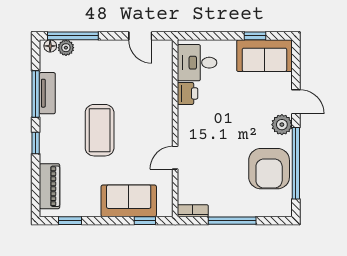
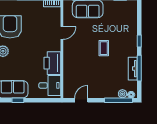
door: (140, 36) -> (81, 100), hinge flipped
printer: (188, 93) -> (52, 63), width x1.87, depth x1.48
coffee table: (100, 130) -> (104, 48), width x0.54, depth x0.58
piano: (49, 186) -> (132, 17), removed

